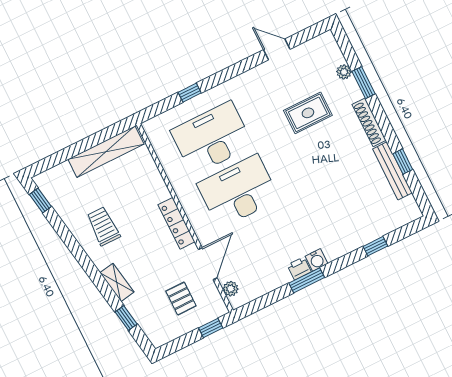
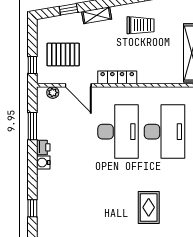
window: (307, 280) -> (32, 126), moved
pallet: (181, 299) -> (63, 54), width x1.50, depth x1.42

